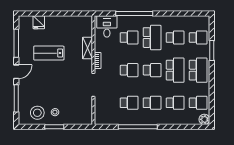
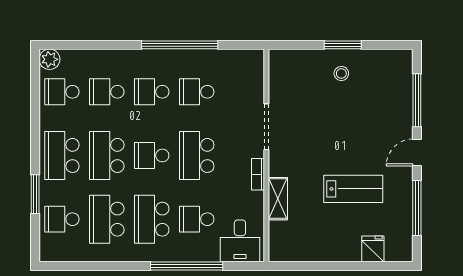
school desk: (175, 38) -> (107, 219), width x1.85
school desk: (129, 70) -> (197, 155), width x1.85
stool: (37, 113) -> (376, 72), removed

